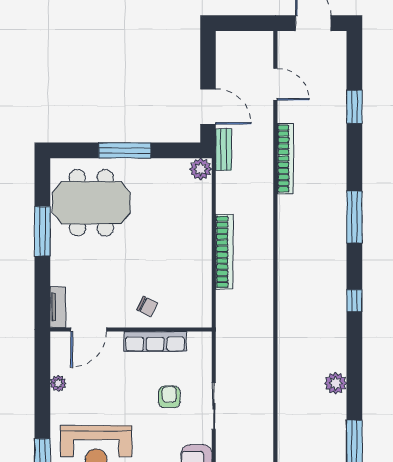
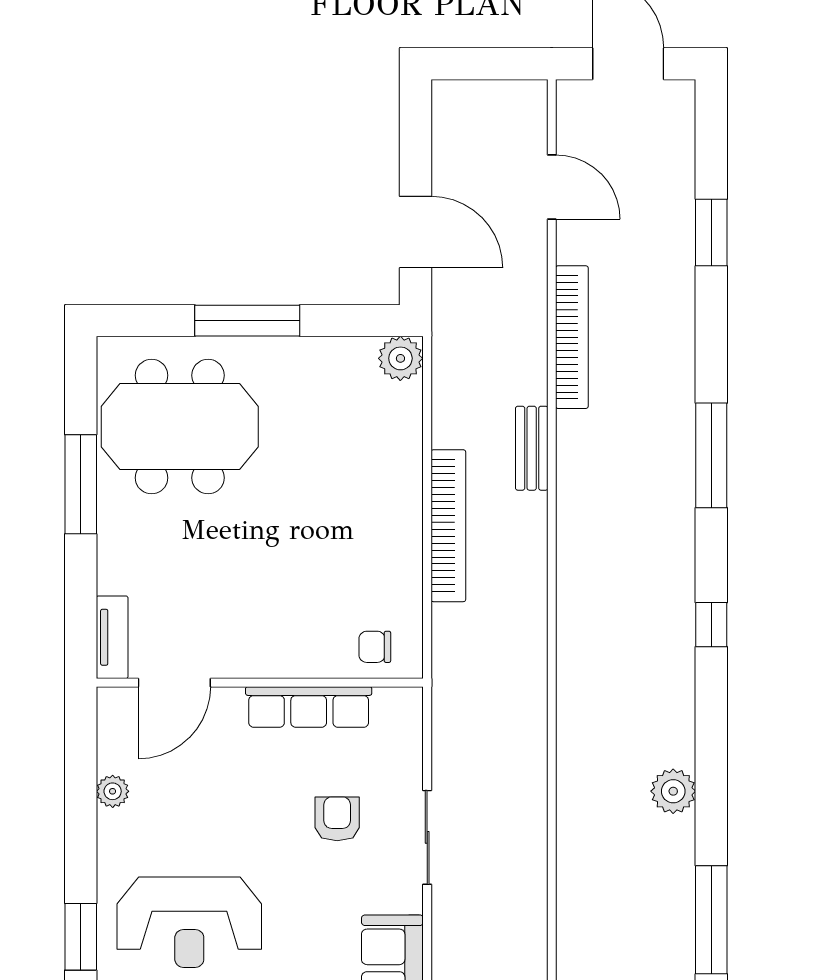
bench: (224, 150) -> (532, 448), moved
chair: (147, 306) -> (375, 647), moved, turned 153

